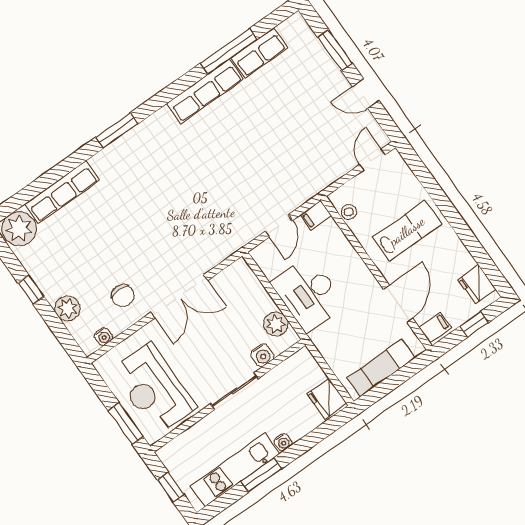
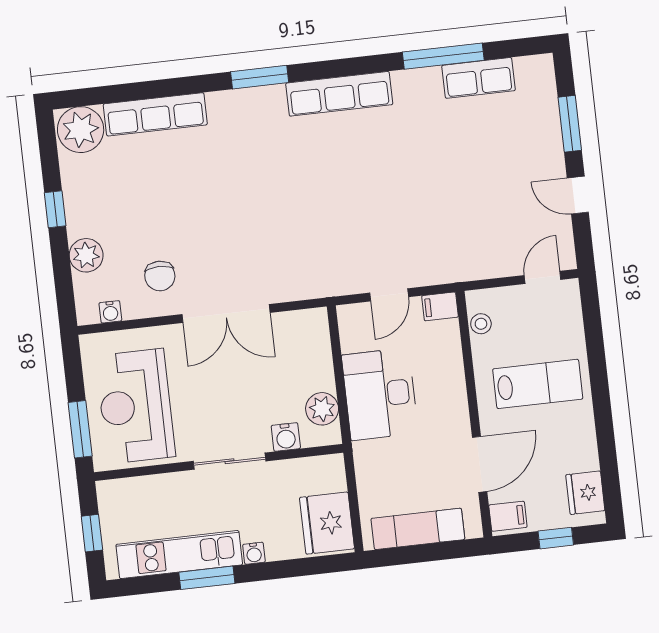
row of seats: (205, 91) -> (339, 94), moved
fridge: (327, 398) -> (327, 523), width x1.36, depth x1.34

